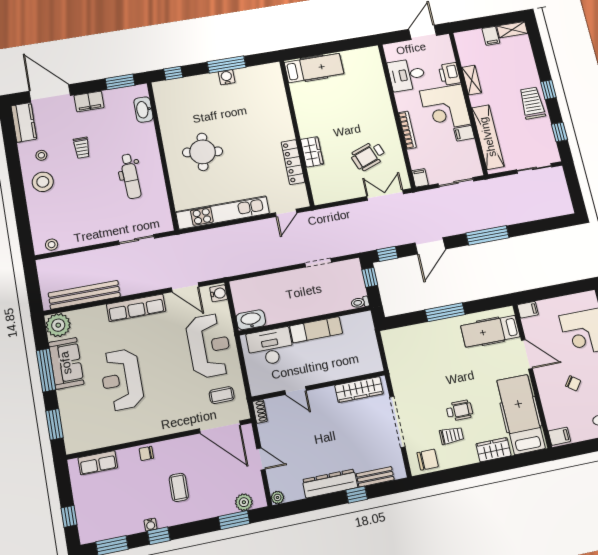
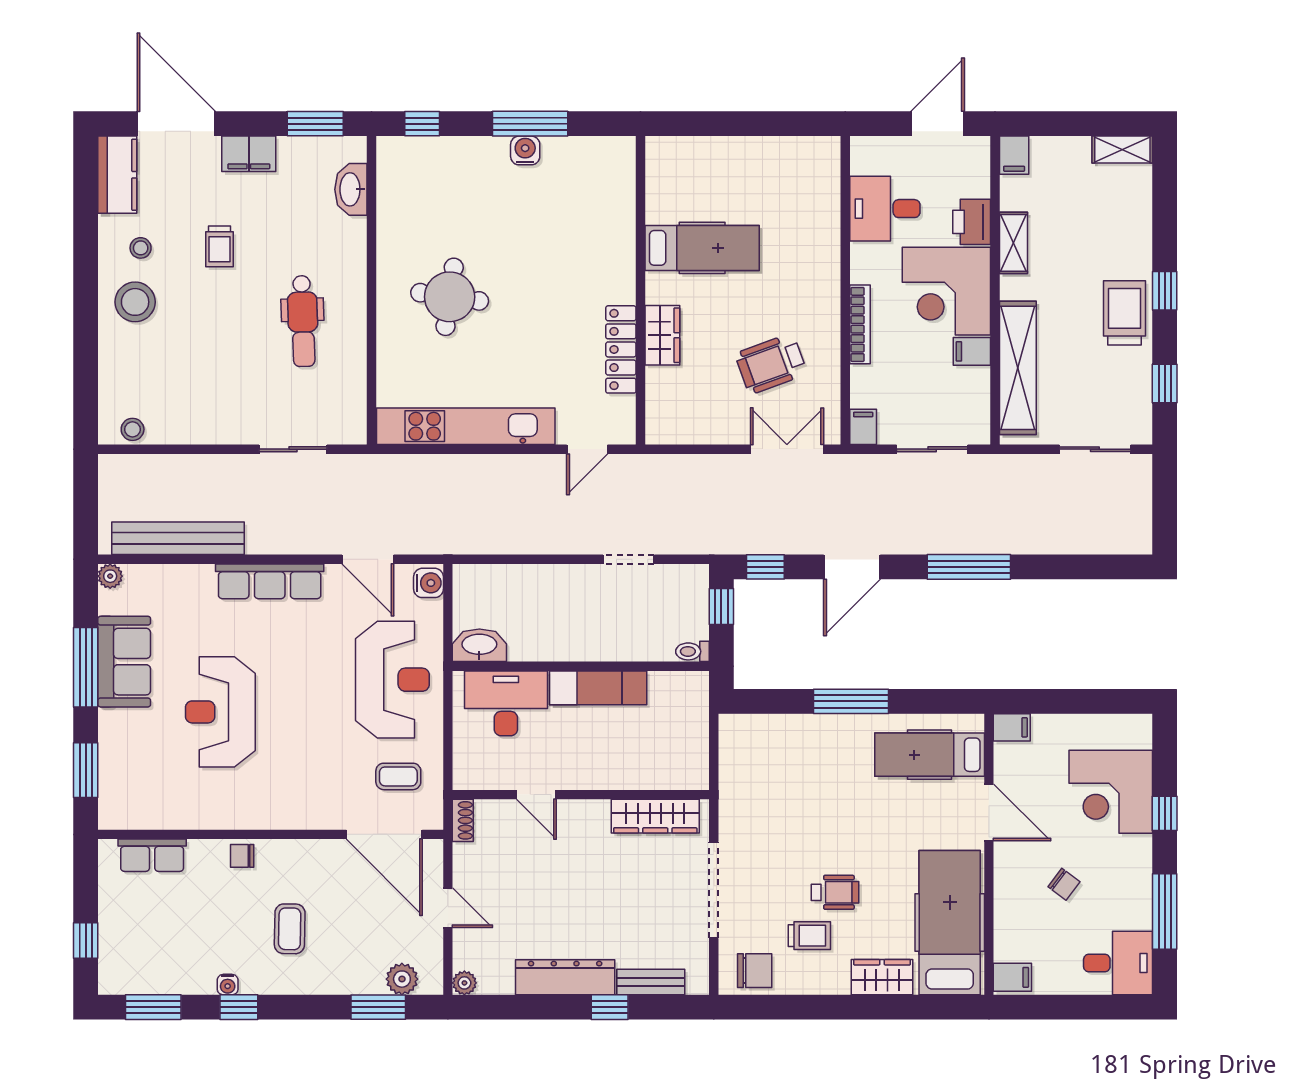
filing cabinet: (491, 36) -> (1014, 155), moved
hospital bed: (314, 68) -> (702, 248), moved
plant: (58, 325) -> (110, 576), width x0.53, depth x0.53

